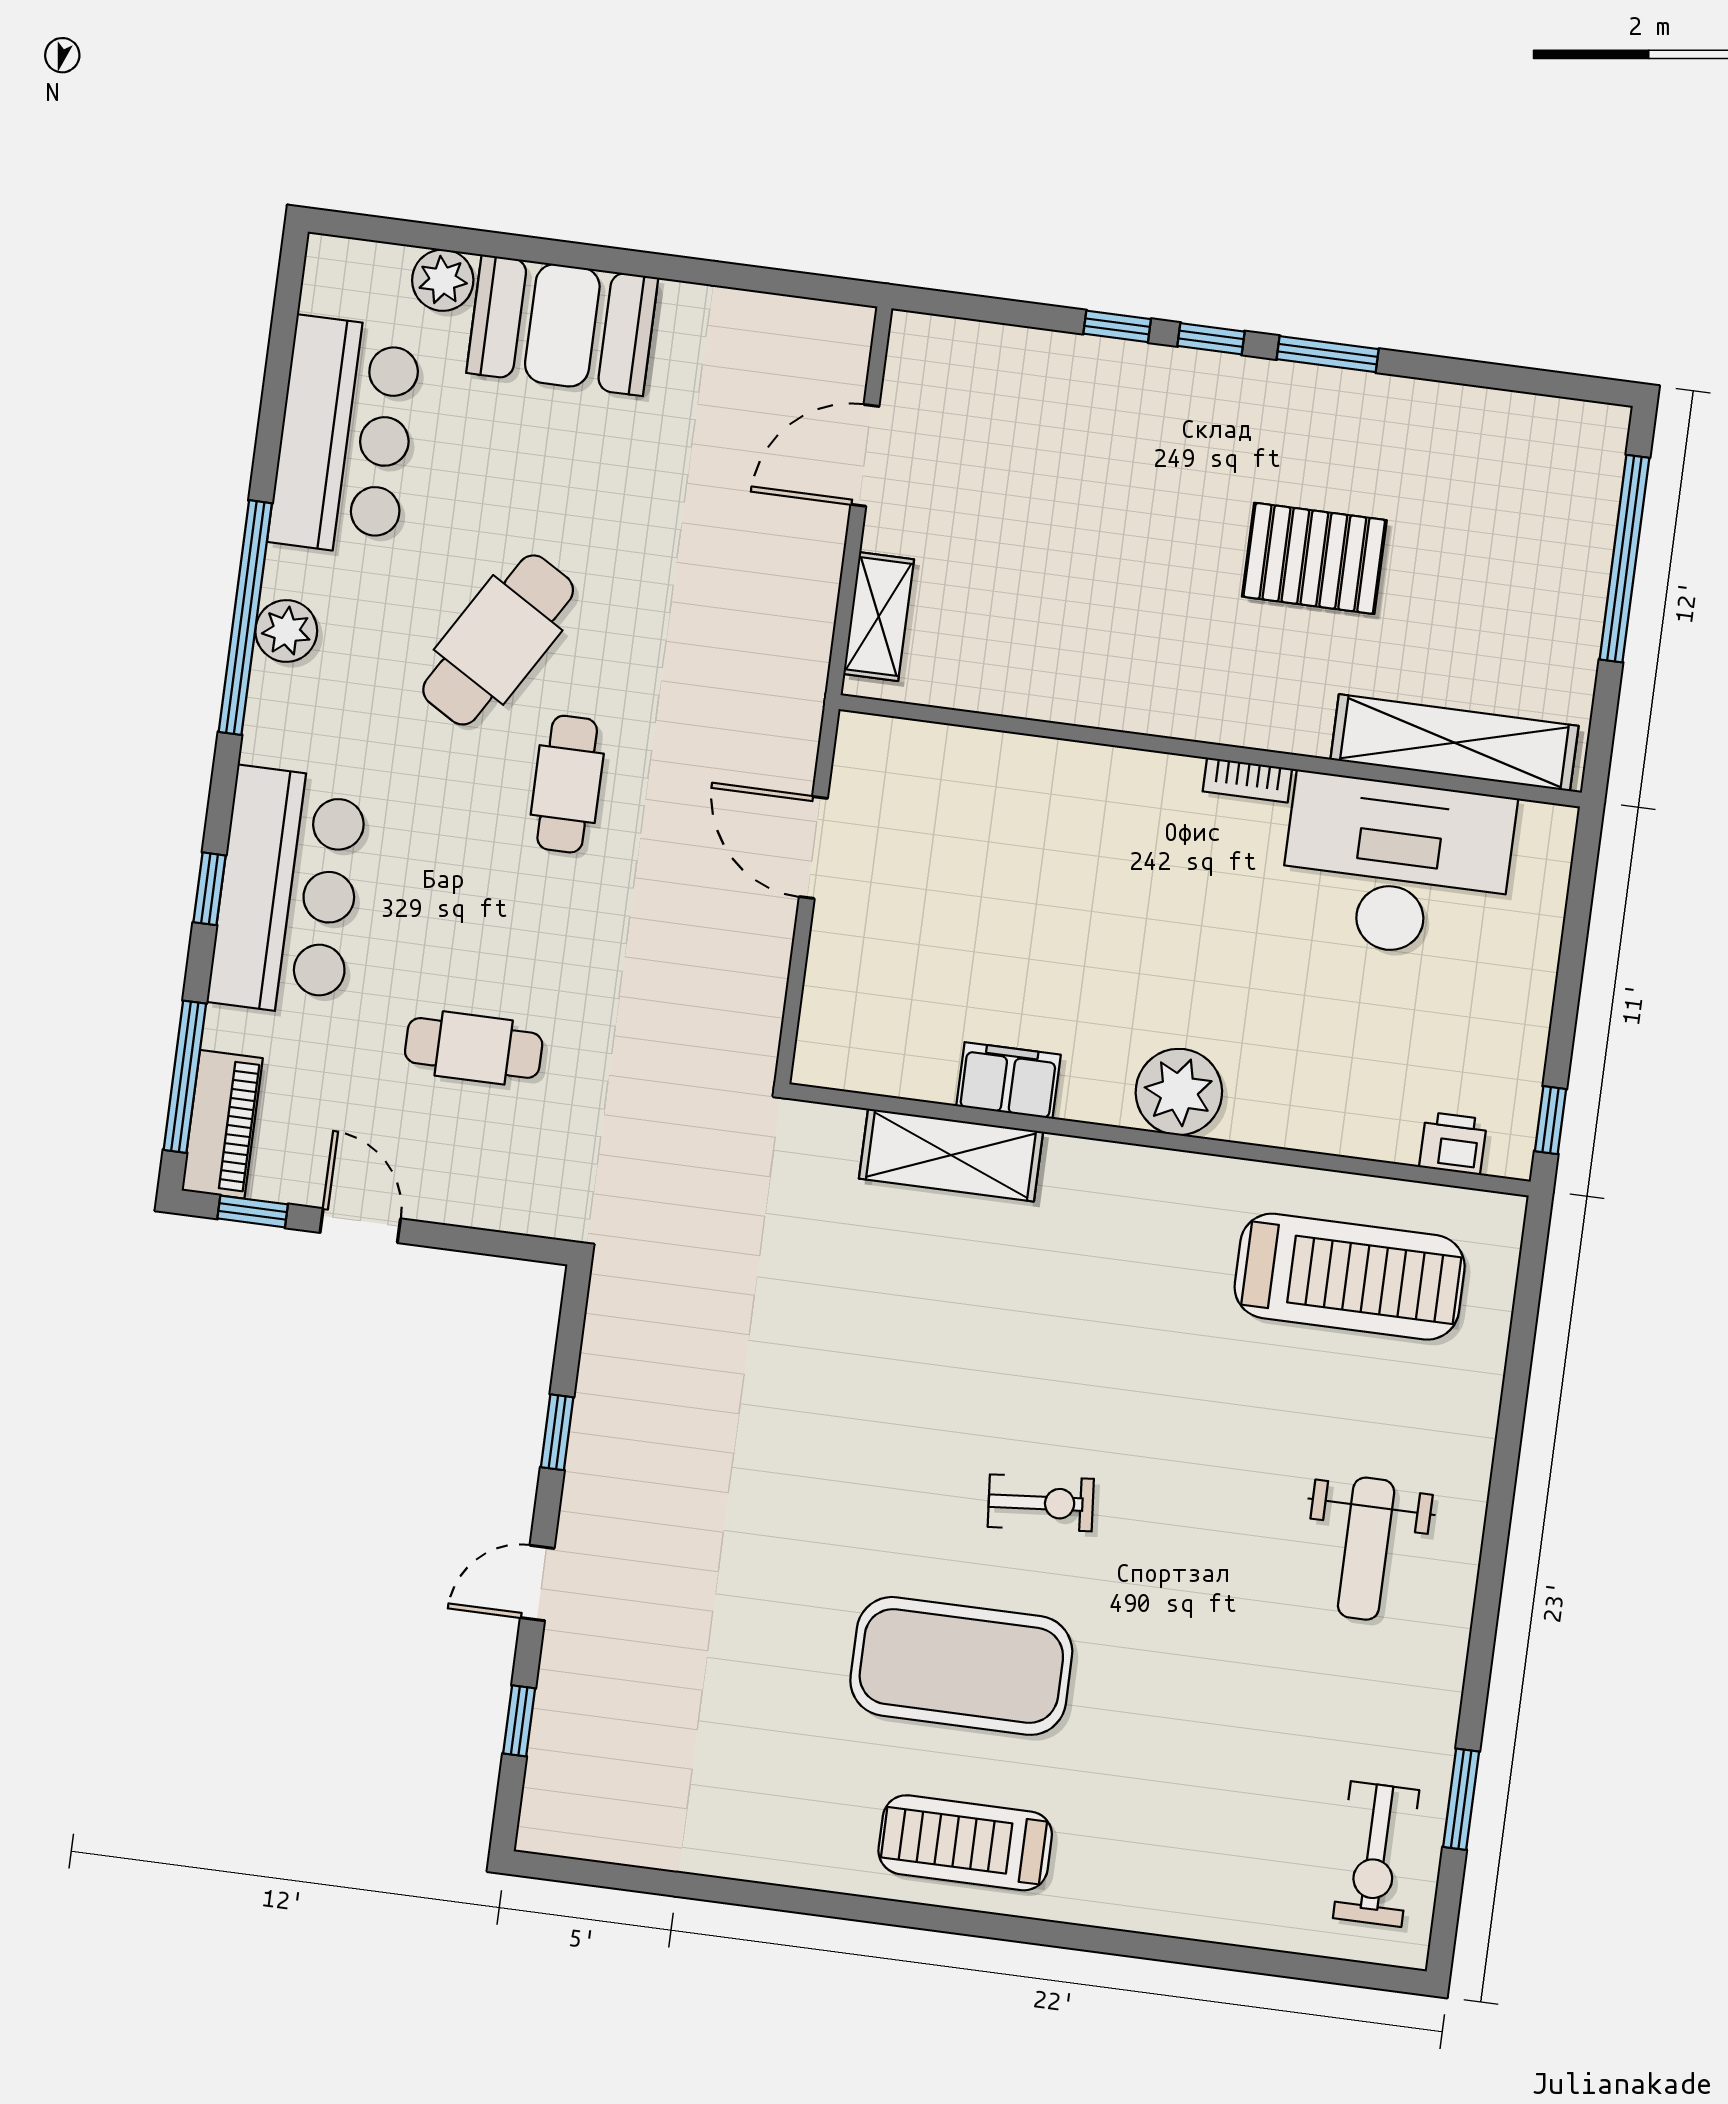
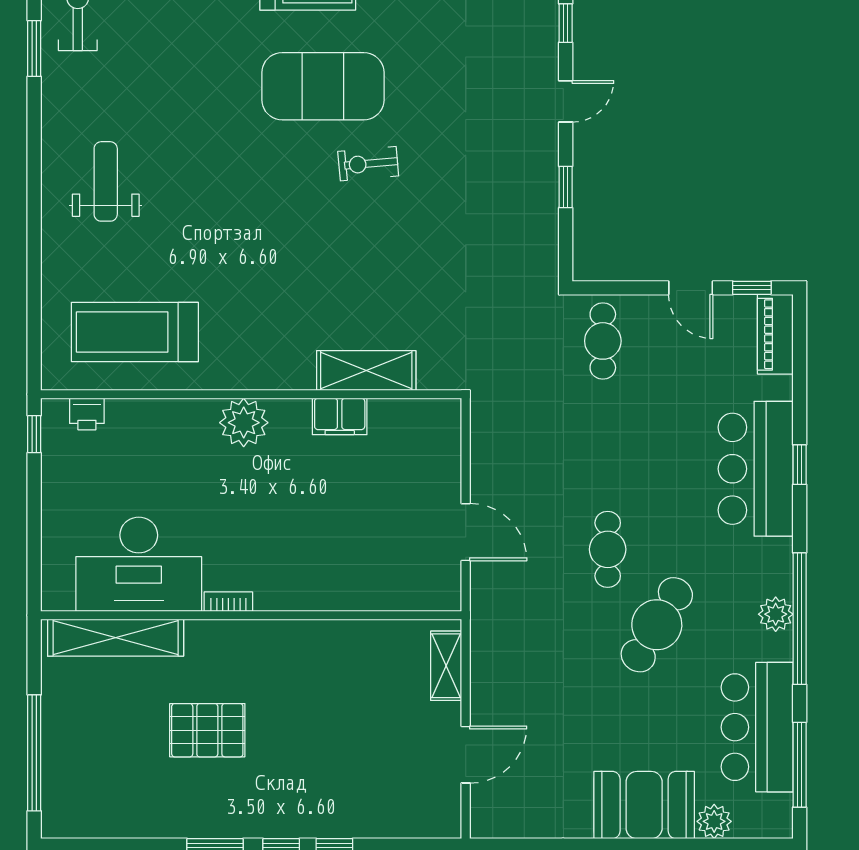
cafe table: (474, 1048) -> (603, 341), moved, turned 90
window: (185, 1077) -> (800, 765), moved
exercise bike: (1041, 1503) -> (368, 164), moved

